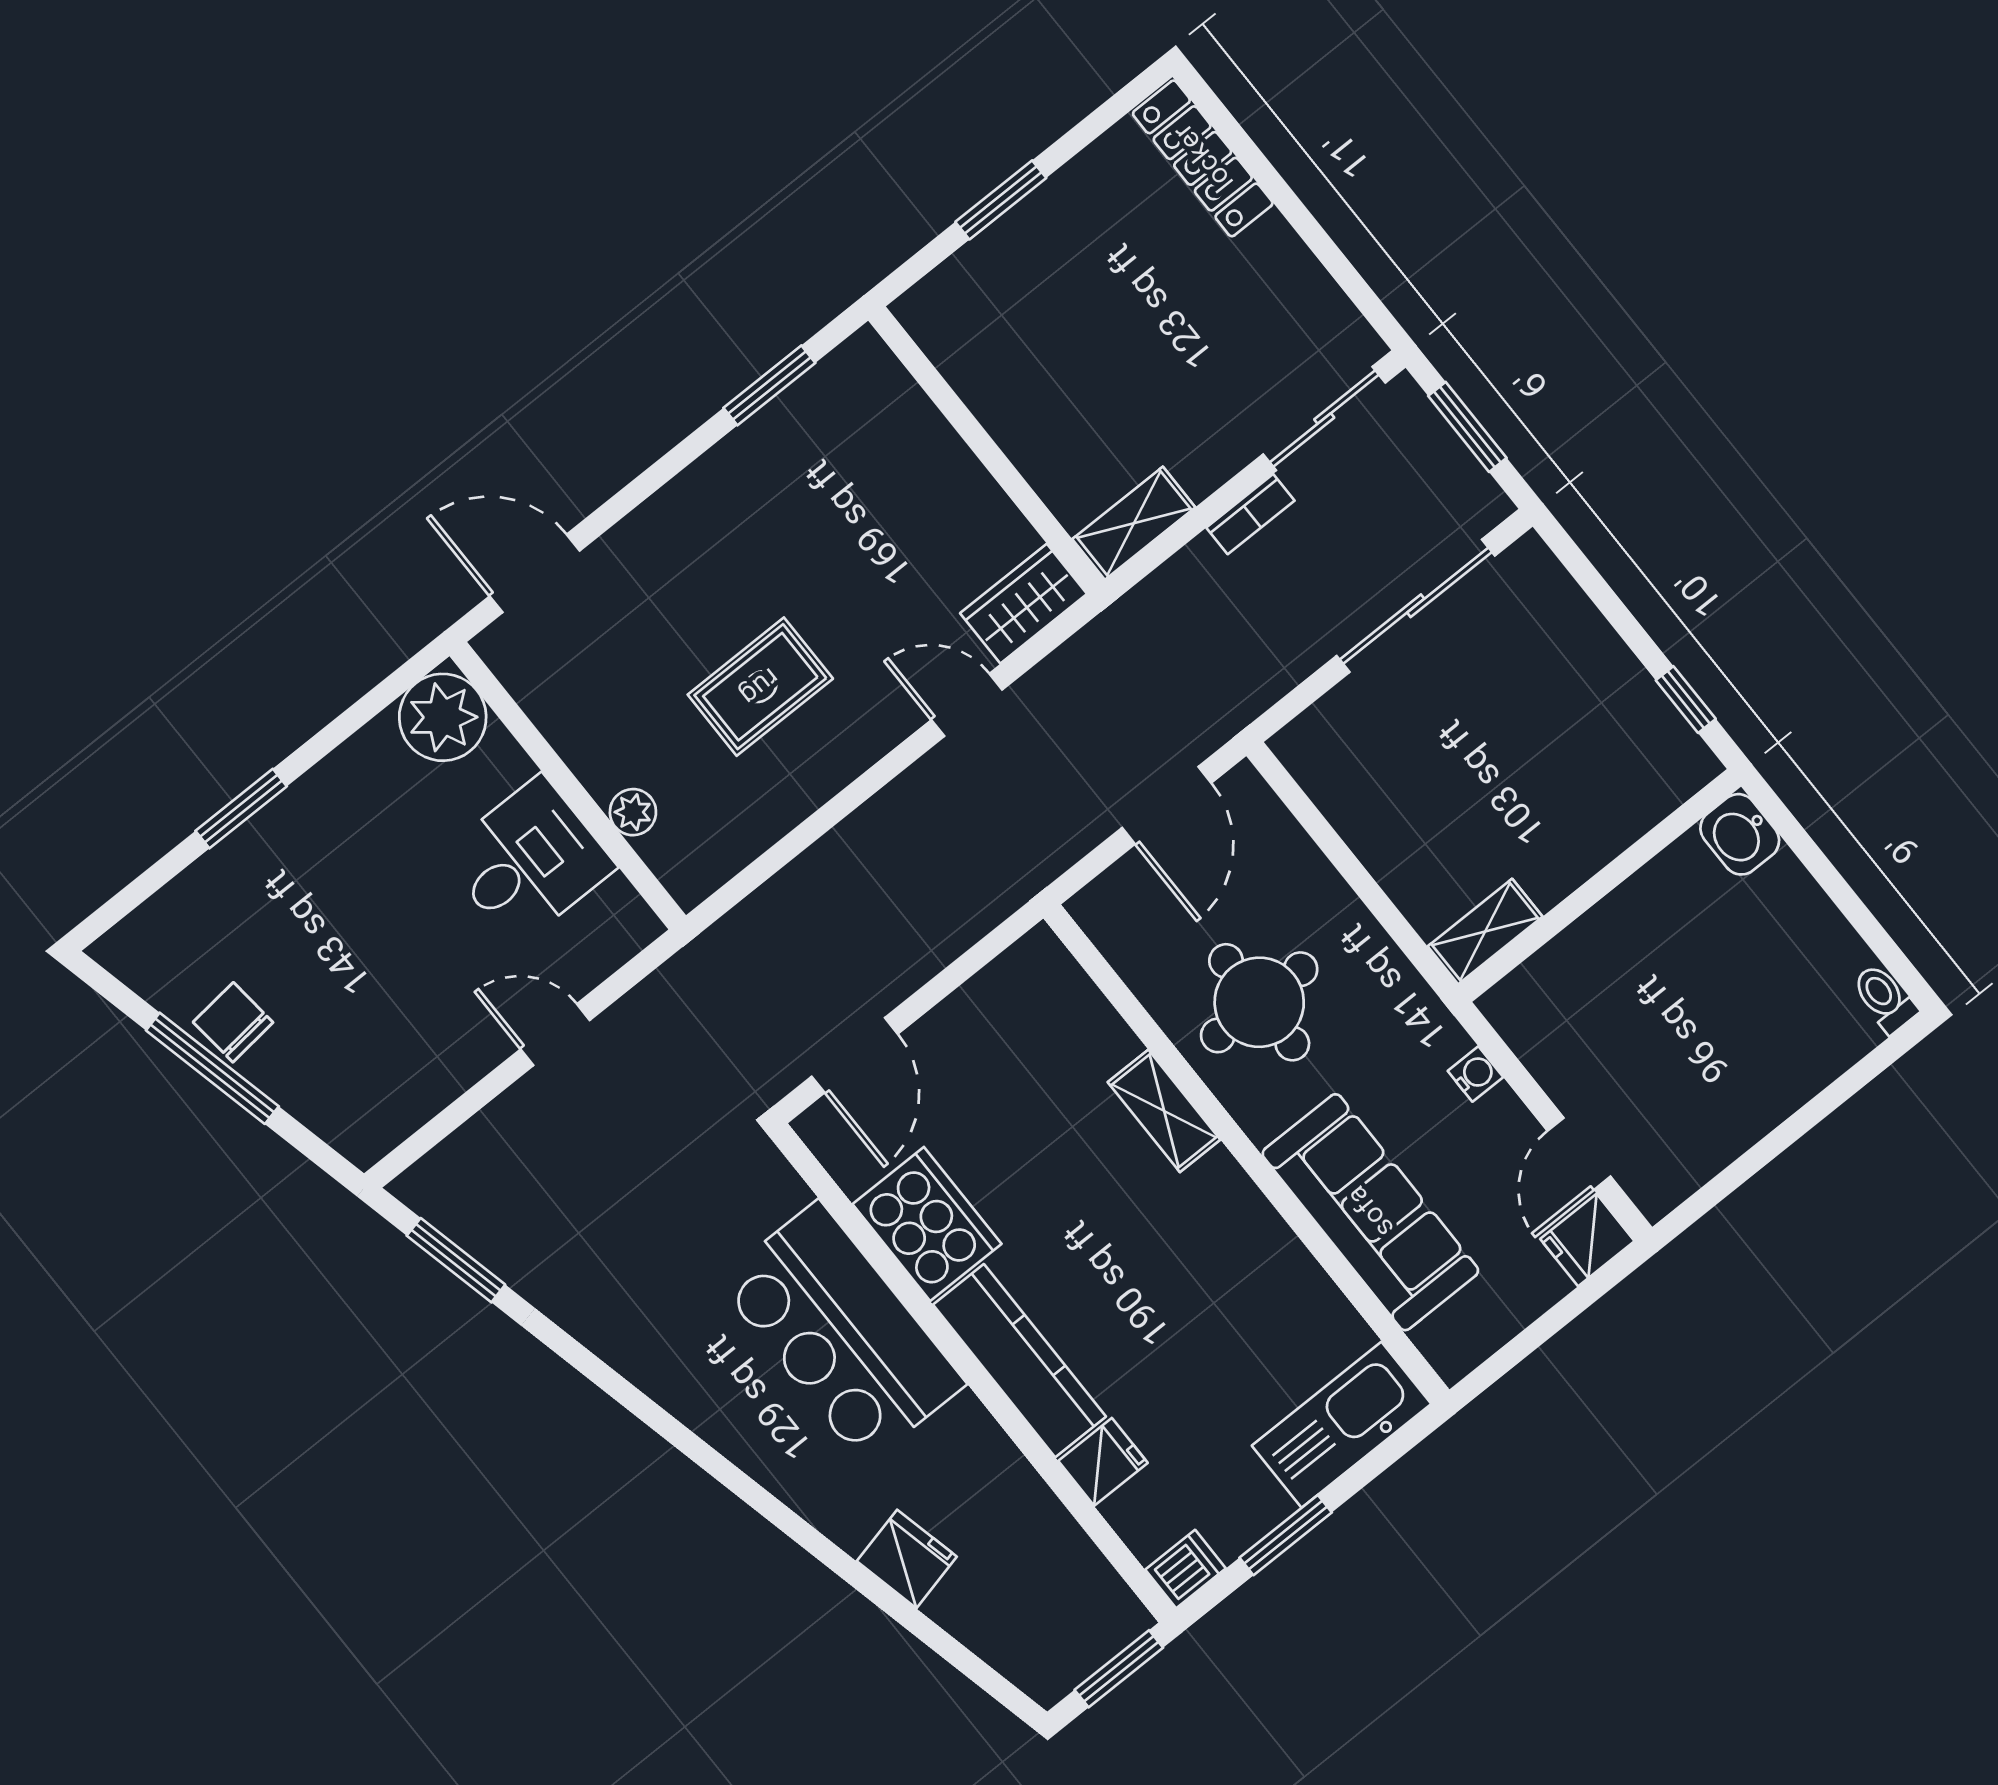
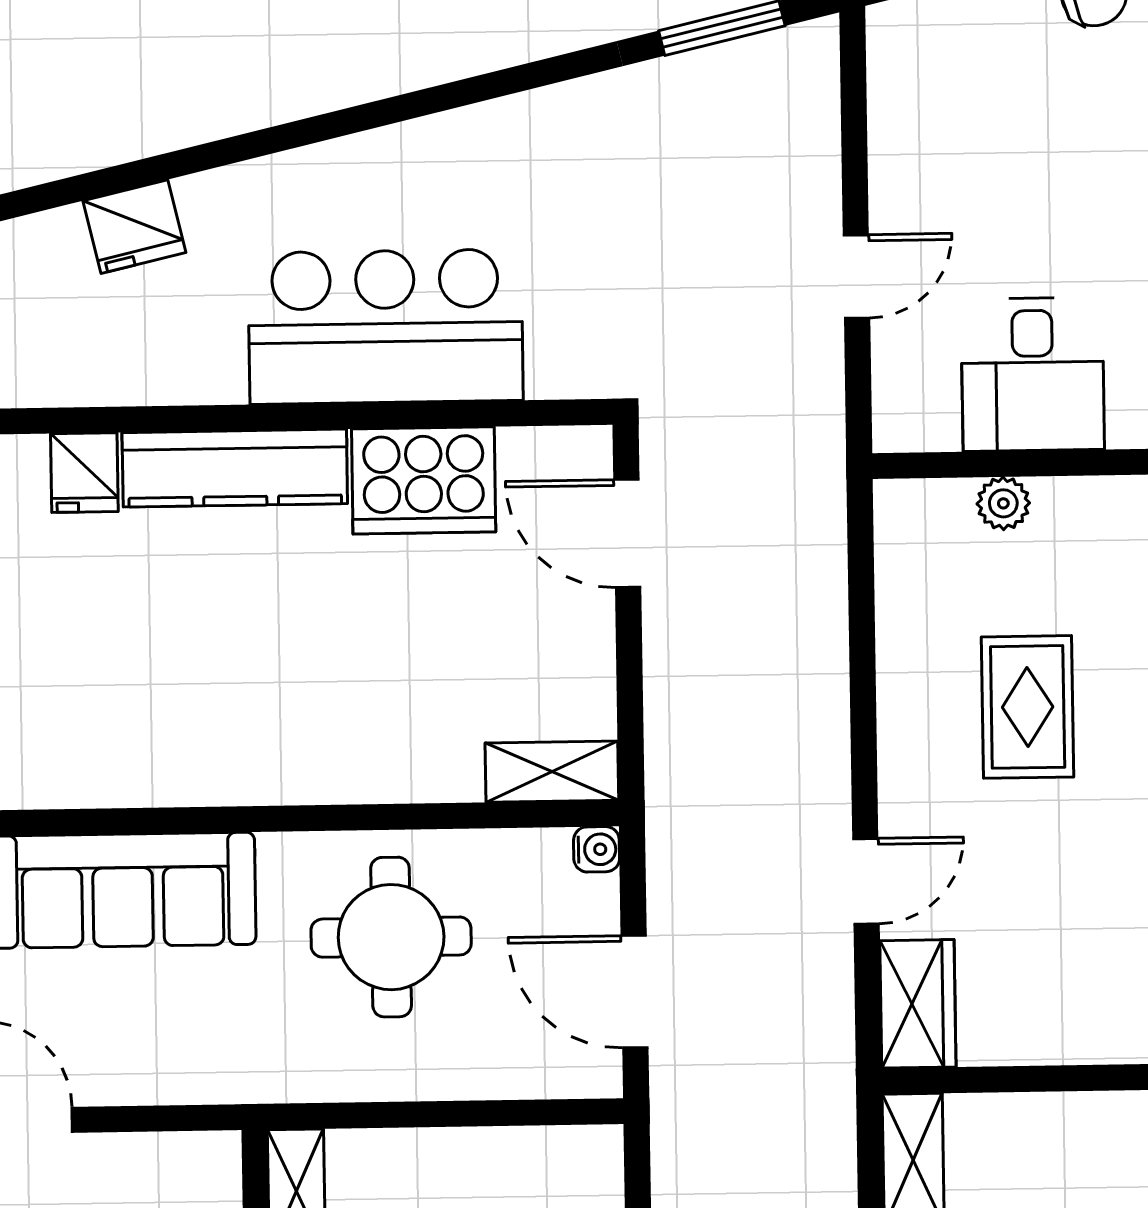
water cooler: (1475, 1074) -> (597, 849), moved, turned -90
shelving: (1164, 1111) -> (552, 772), moved

